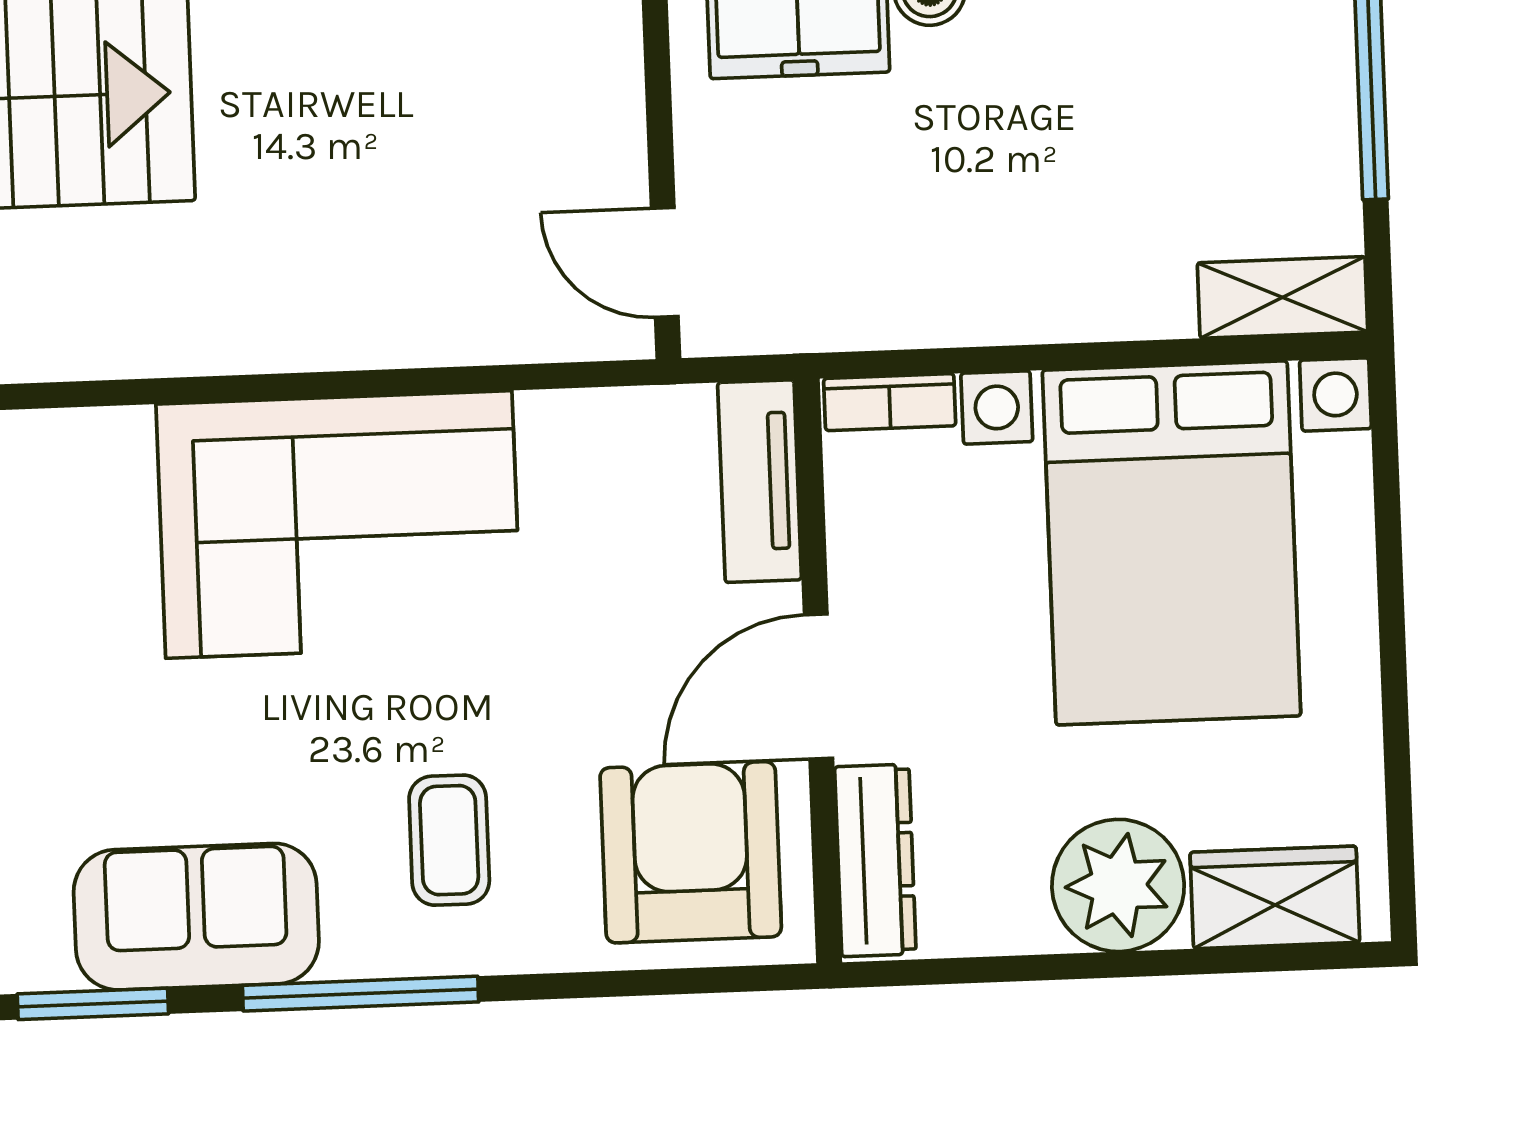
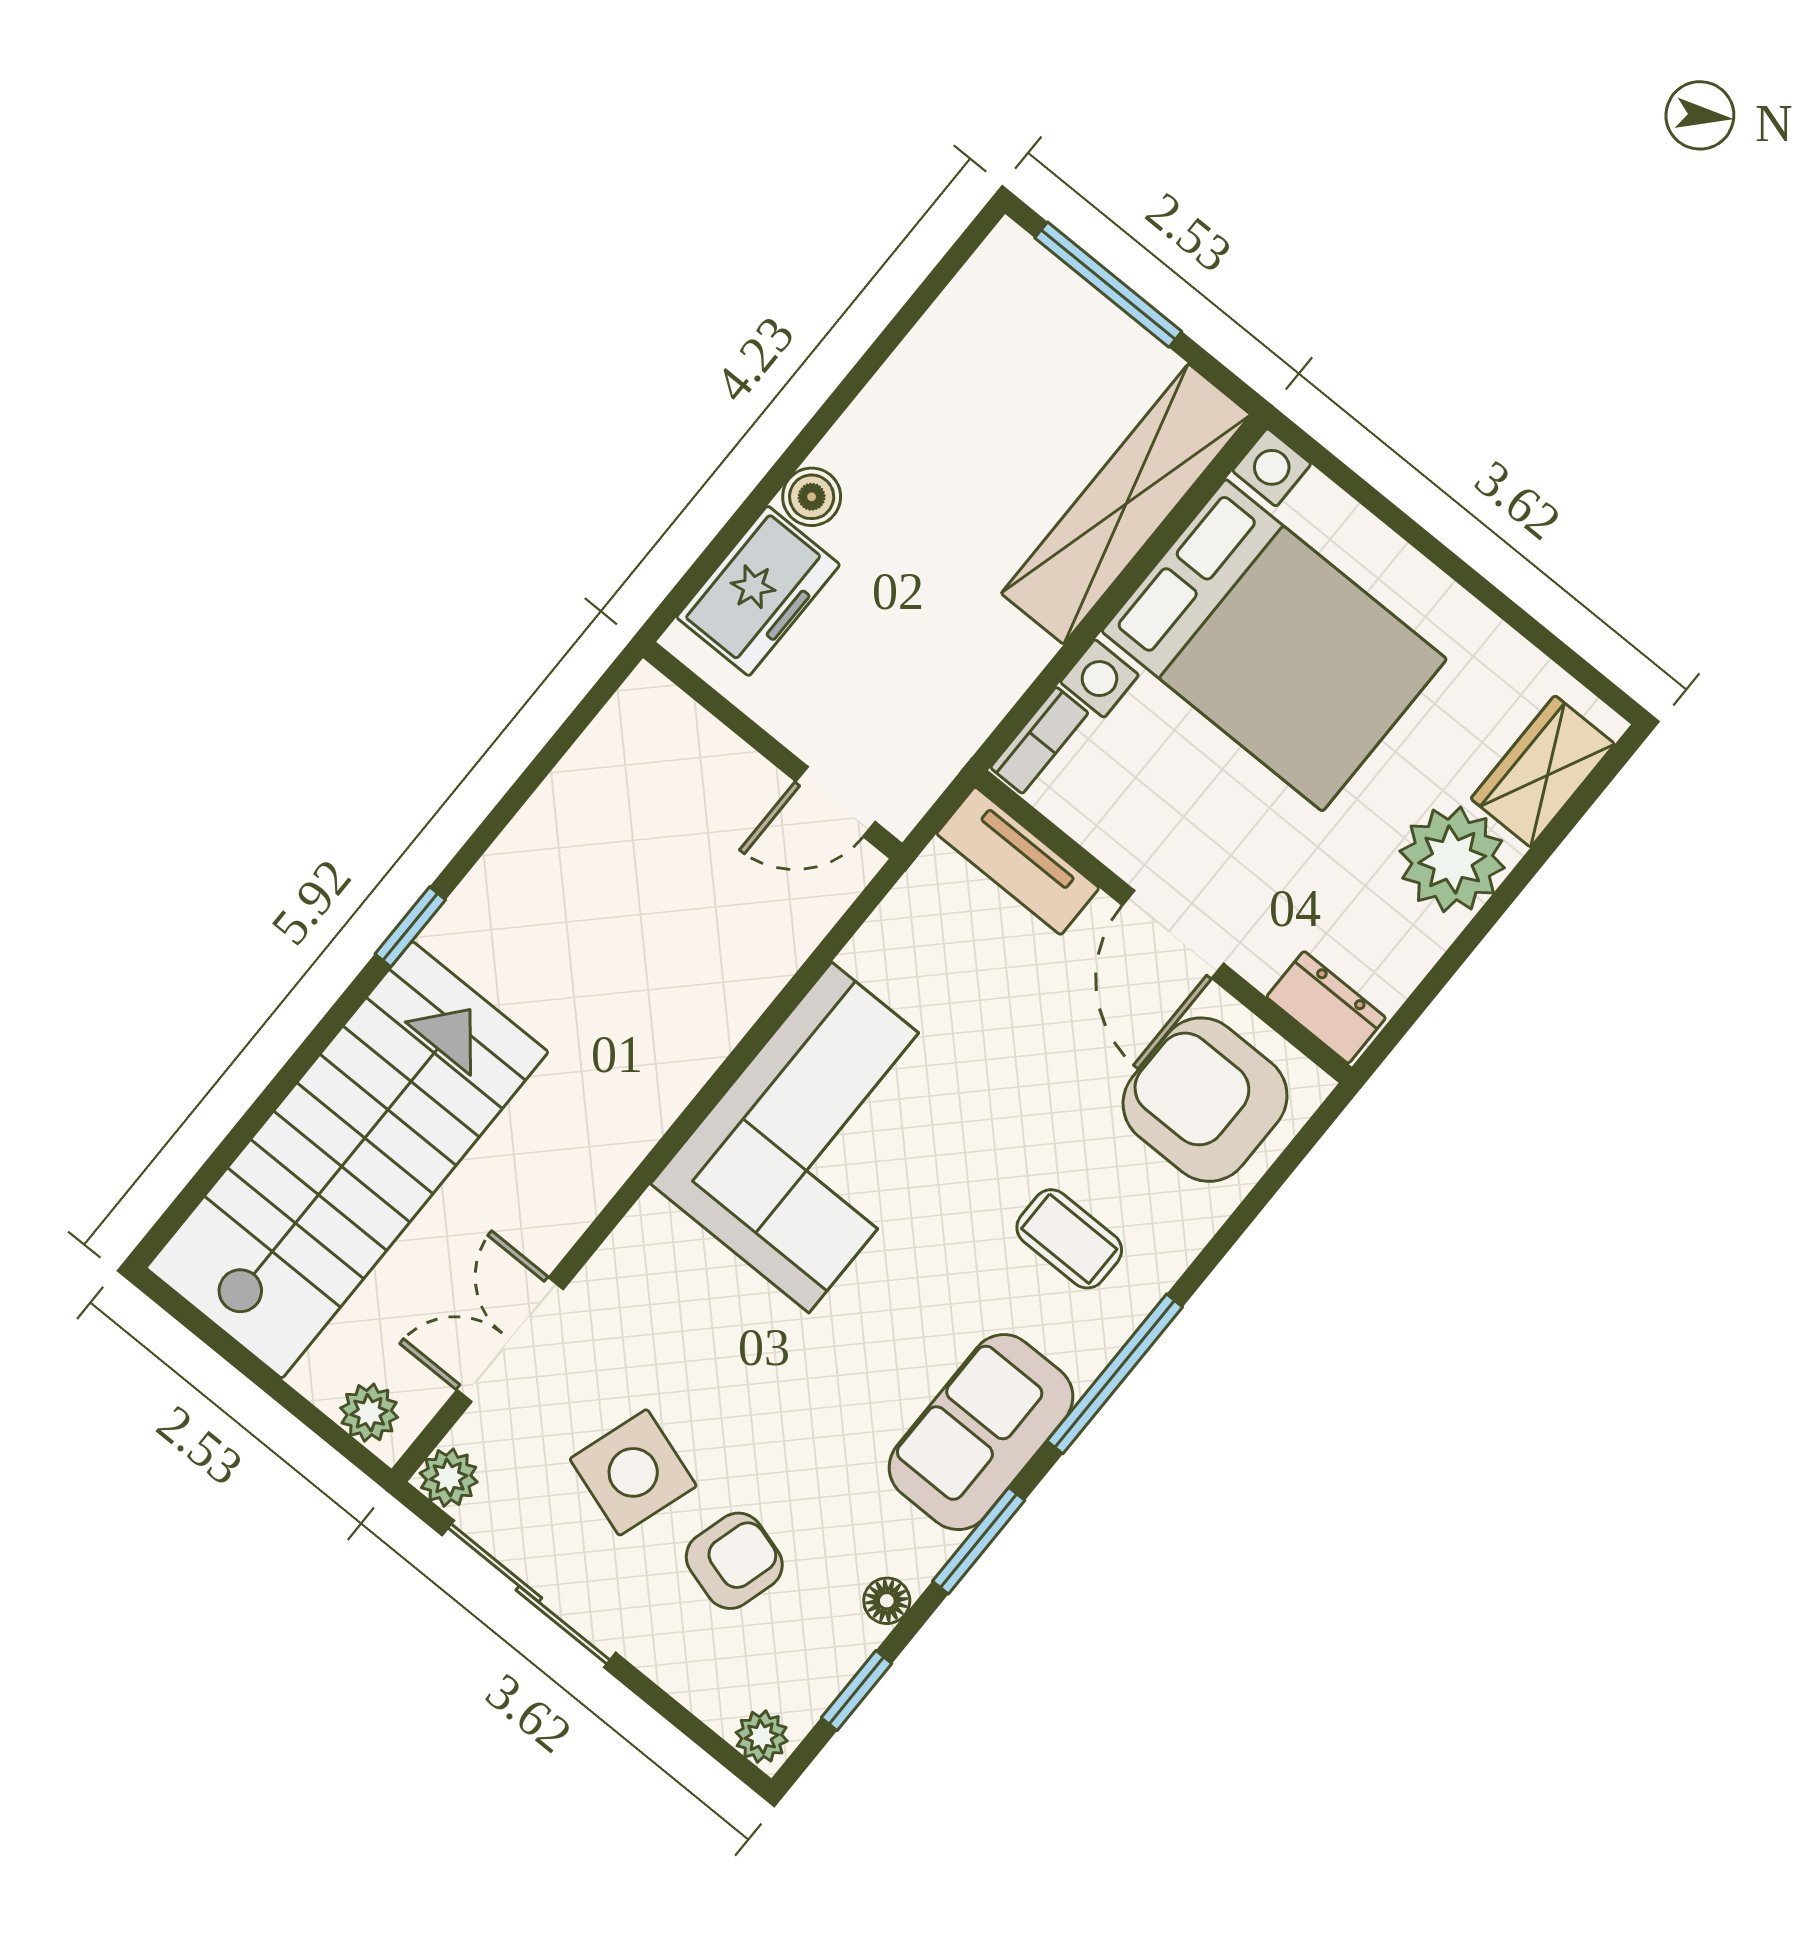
shelving: (1282, 297) -> (1126, 504), width x2.20, depth x1.33
dresser: (875, 860) -> (1326, 1007), width x0.70

